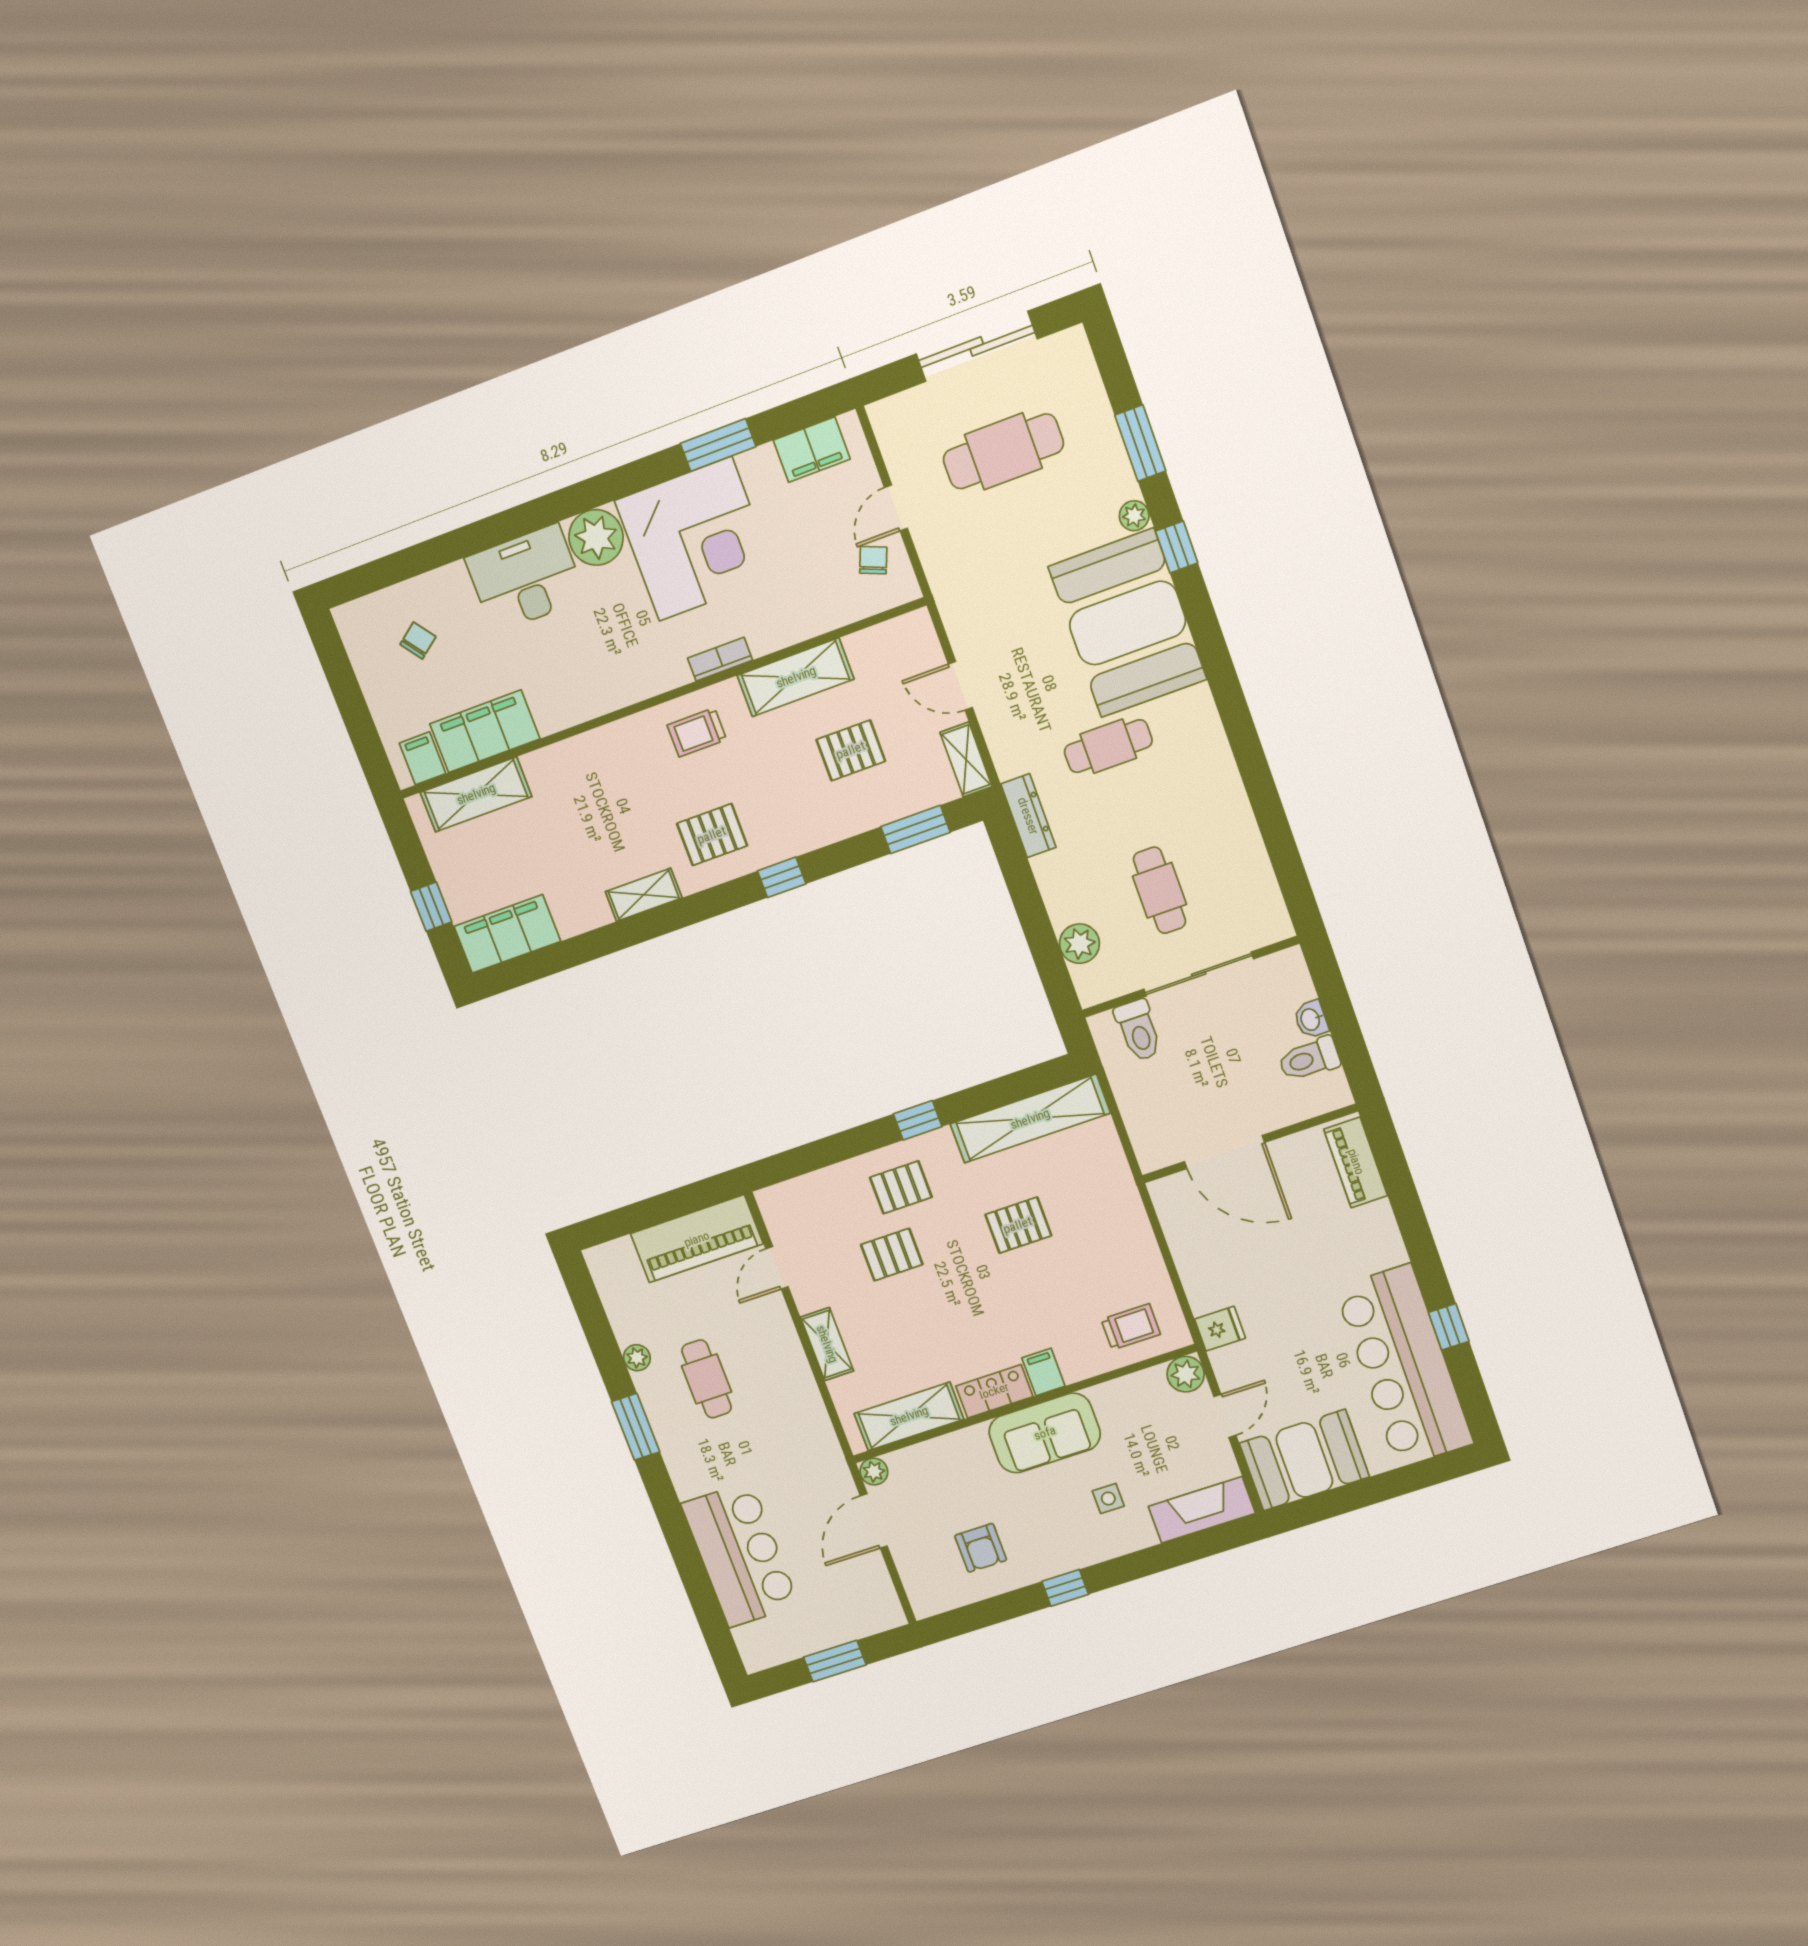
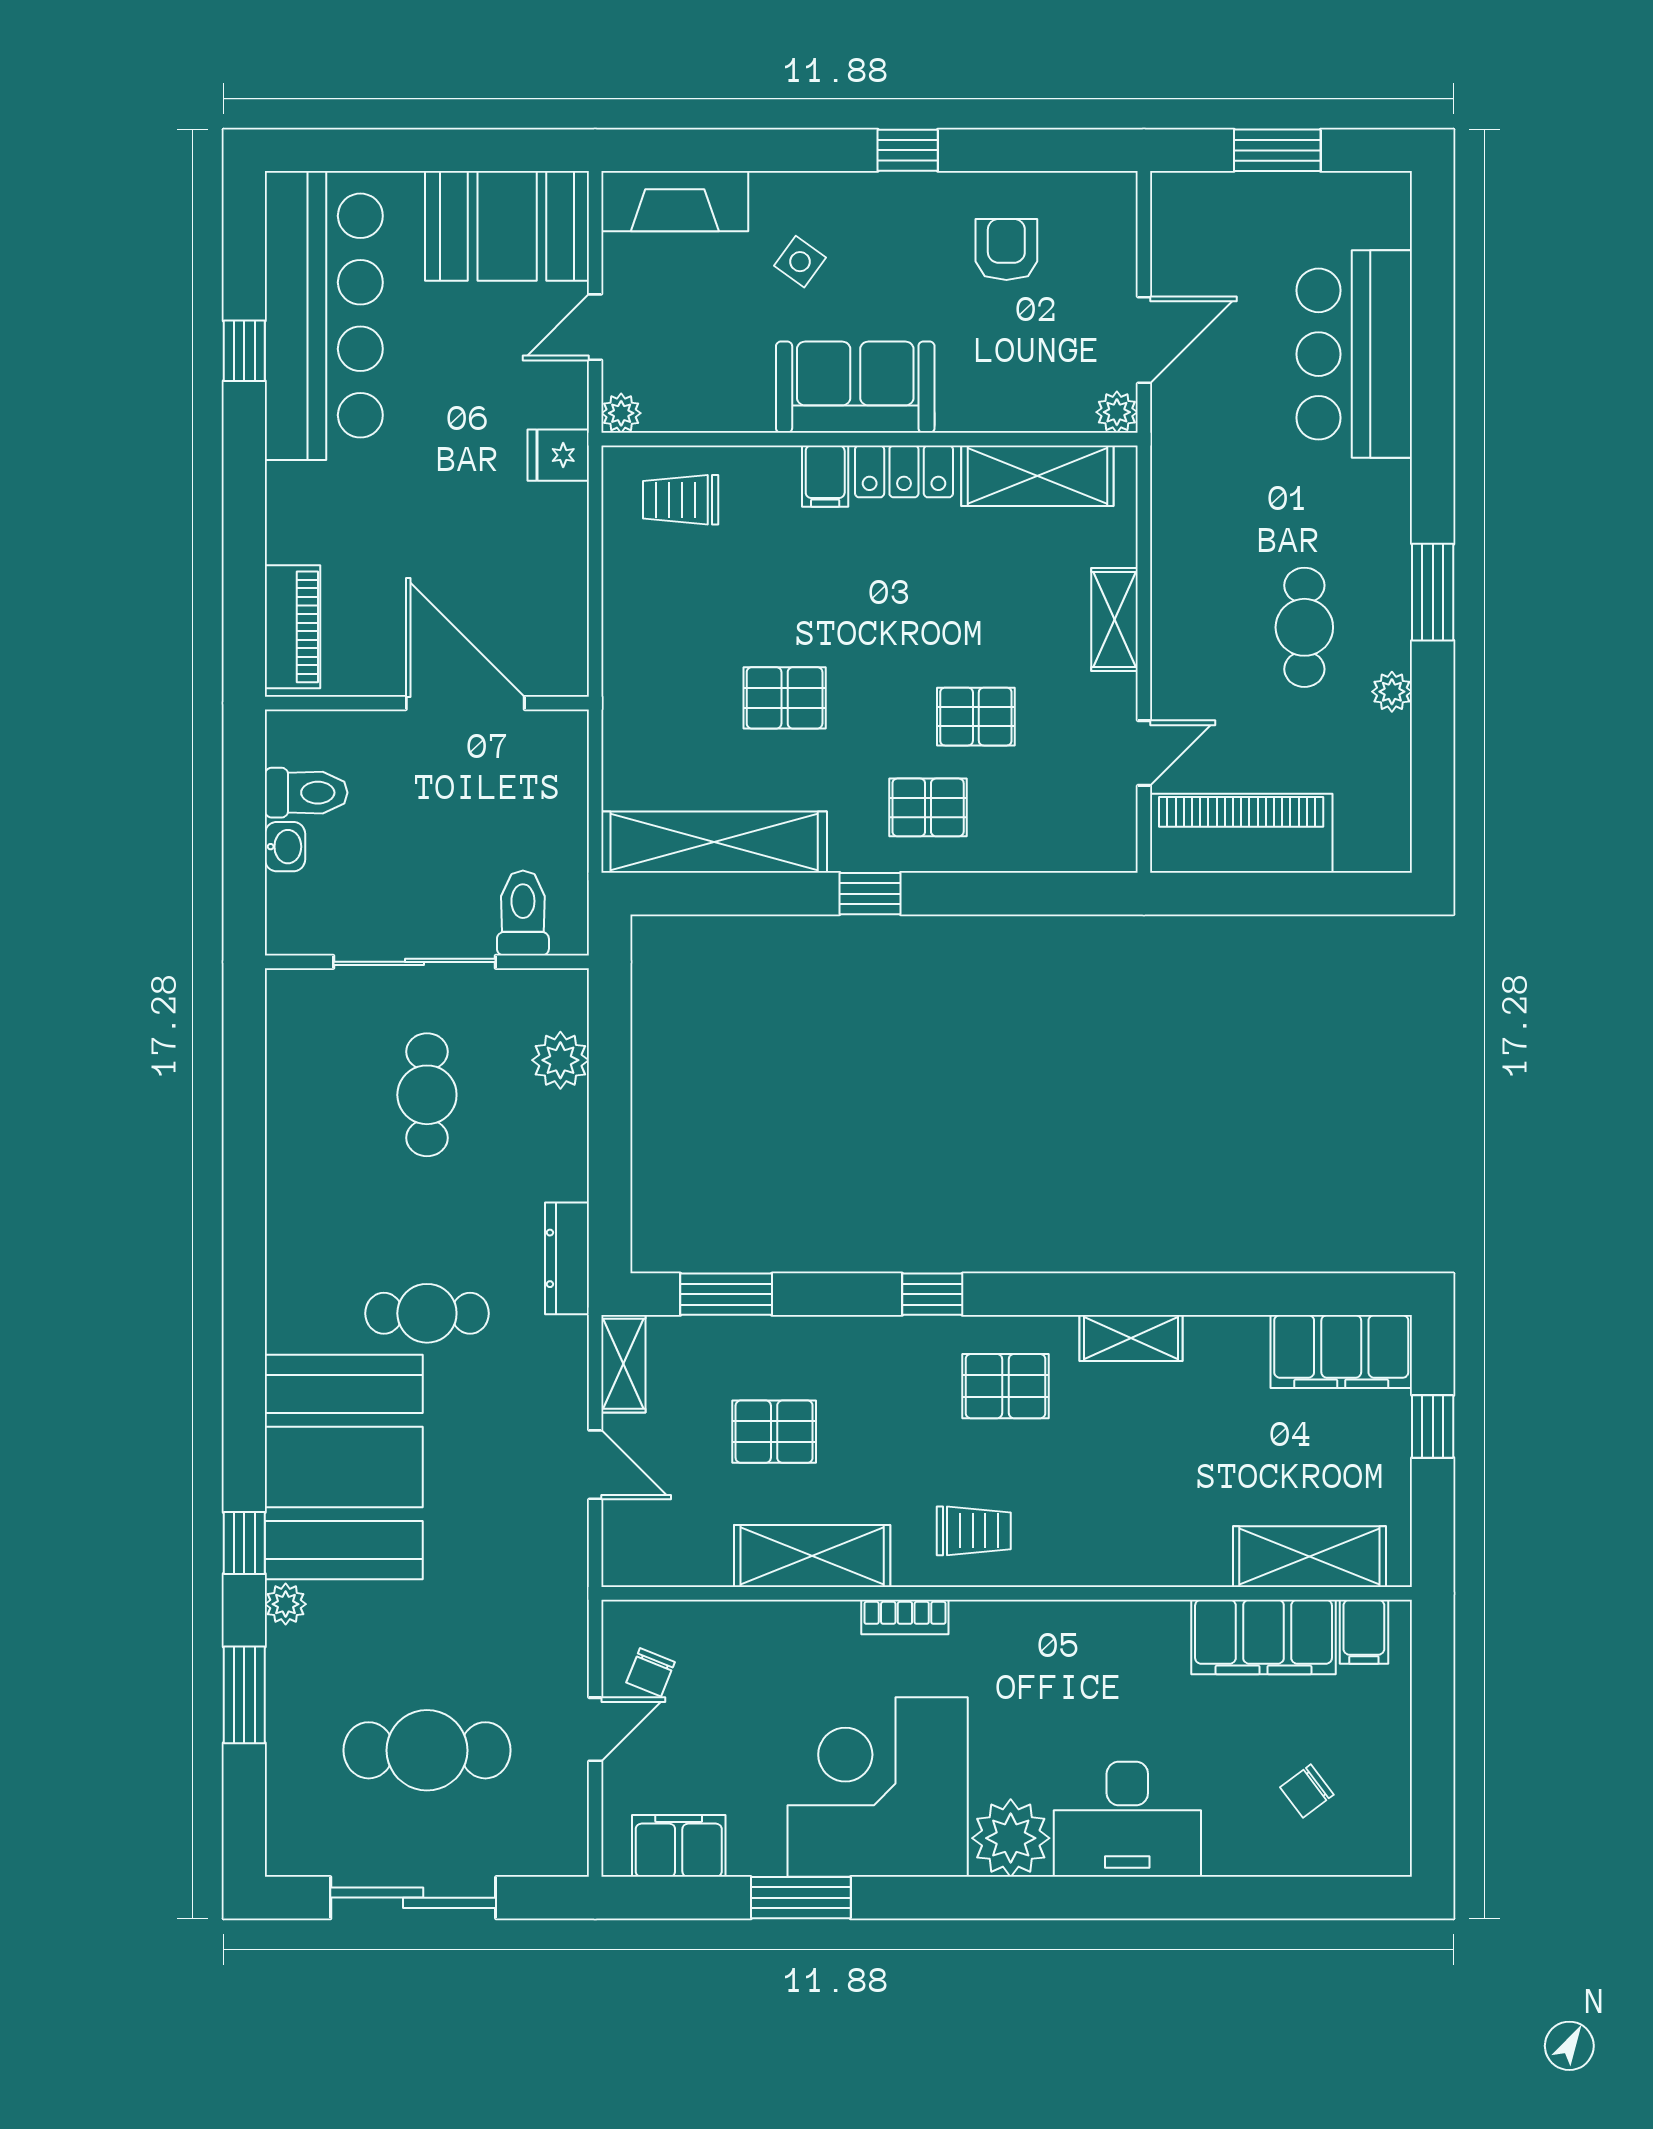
plant: (1186, 1374) -> (621, 413), width x0.73, depth x0.73
side table: (1108, 1499) -> (800, 262), turned 36

